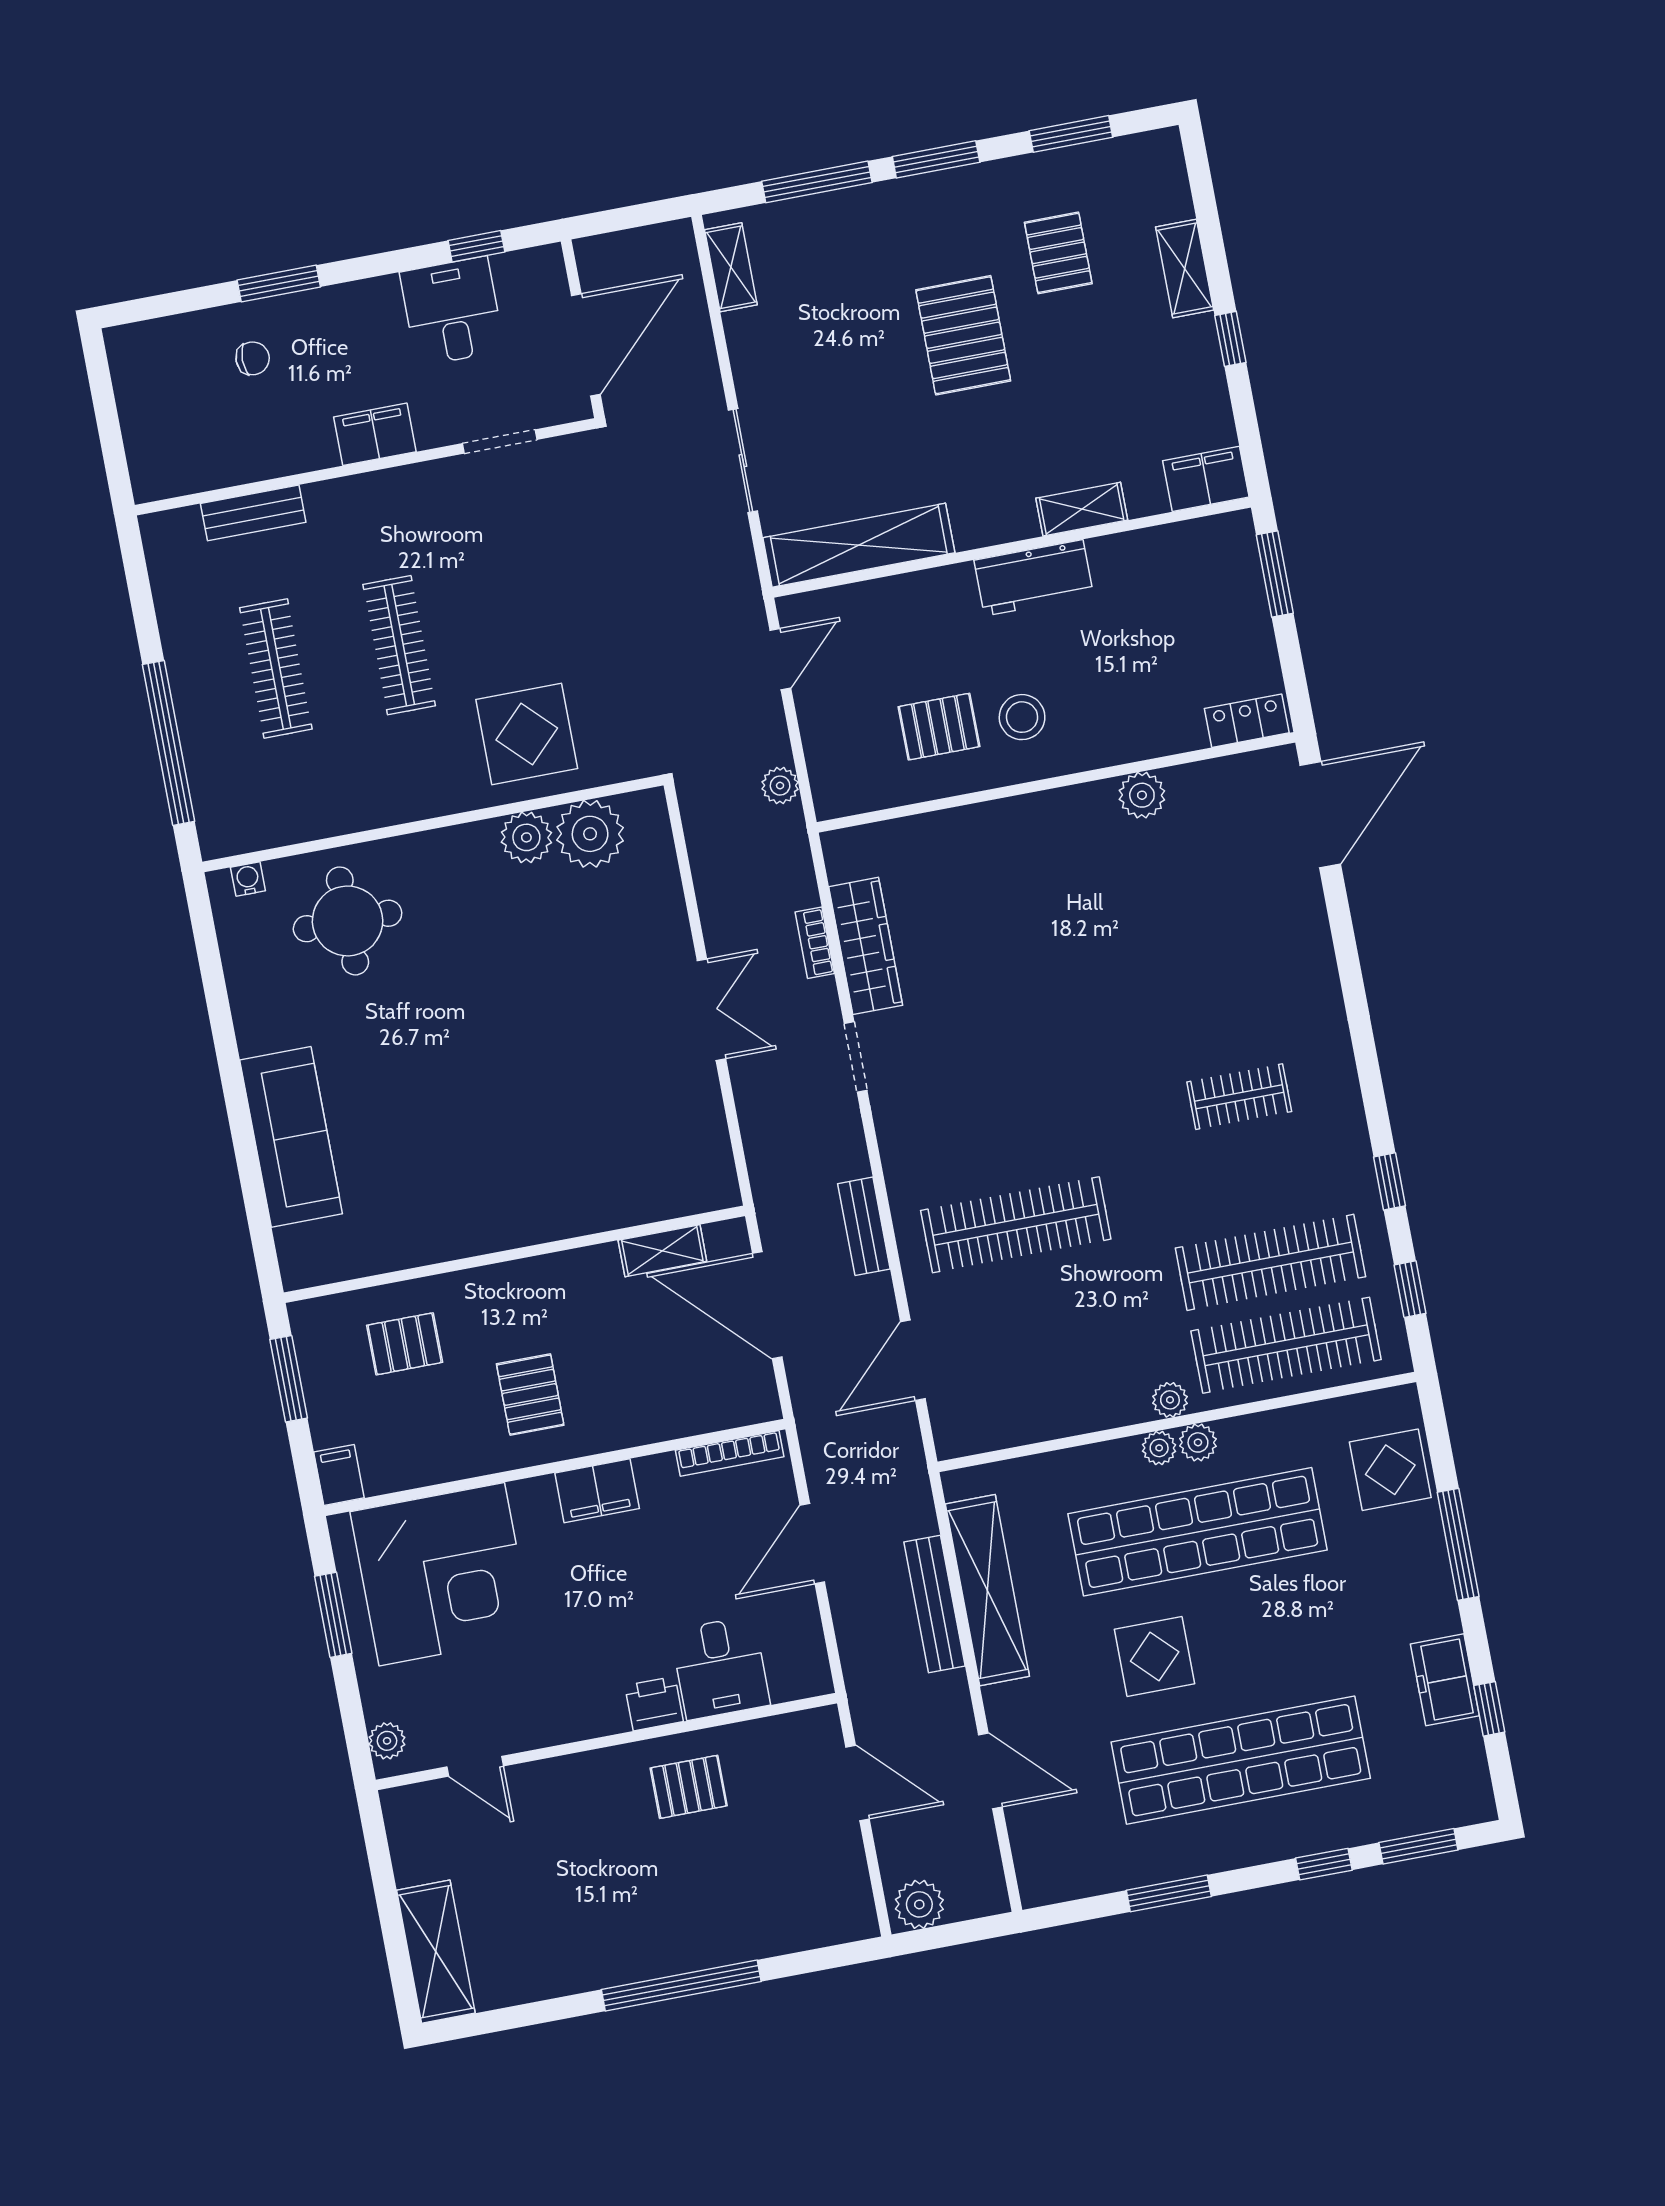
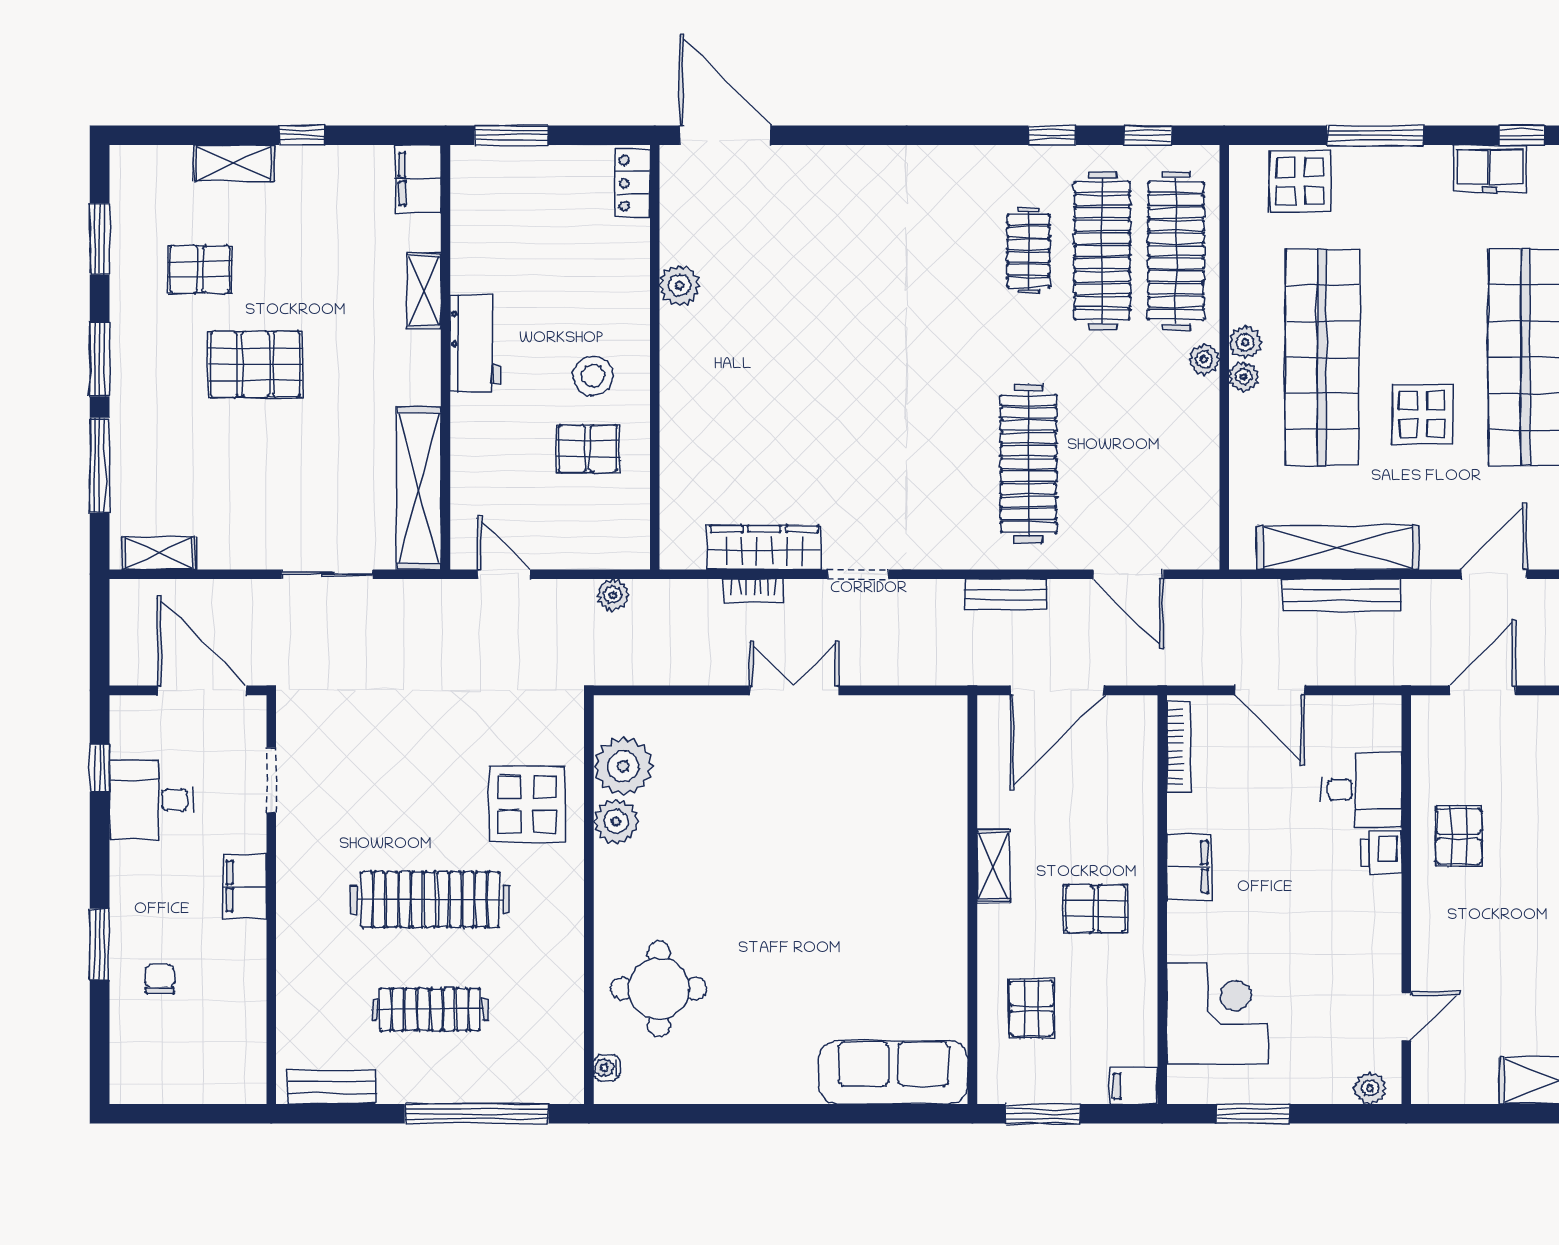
bench: (253, 513) -> (332, 1087), moved, turned 90
clothes rail: (399, 645) -> (430, 900), width x1.37, depth x1.31
pallet: (939, 727) -> (588, 449), turned 90
clothes rail: (1239, 1097) -> (1028, 251), moved
sofa: (291, 1137) -> (893, 1072), moved
shelving: (662, 1251) -> (993, 866), moved
corner desk: (442, 1574) -> (1217, 1014), width x0.74, depth x0.74

